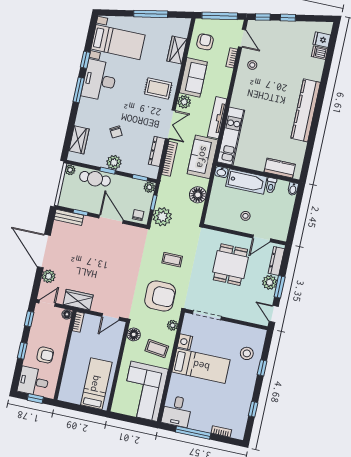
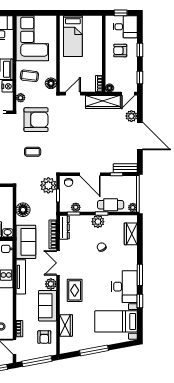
rug: (158, 88) -> (75, 290), turned 90
dresser: (157, 151) -> (64, 227), moved
plant: (149, 187) -> (76, 207), moved
armchair: (160, 296) -> (36, 120), turned 180
wardrobe: (78, 300) -> (103, 102), width x1.50

